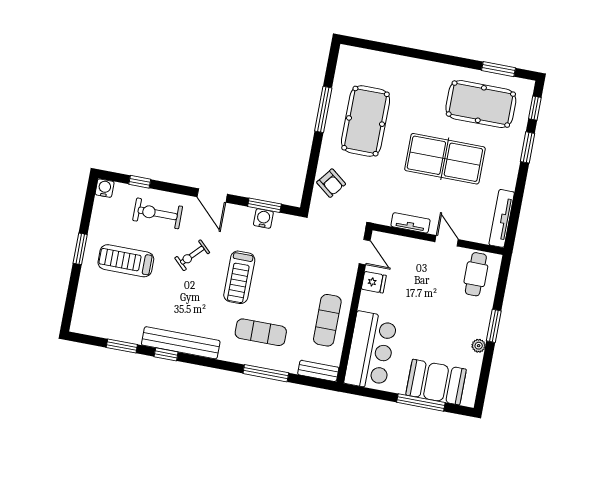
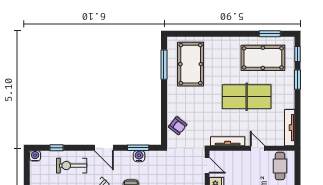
window: (323, 109) -> (164, 65), moved
pool table: (366, 121) -> (191, 64), moved
tv unit: (411, 223) -> (228, 141), width x1.41

